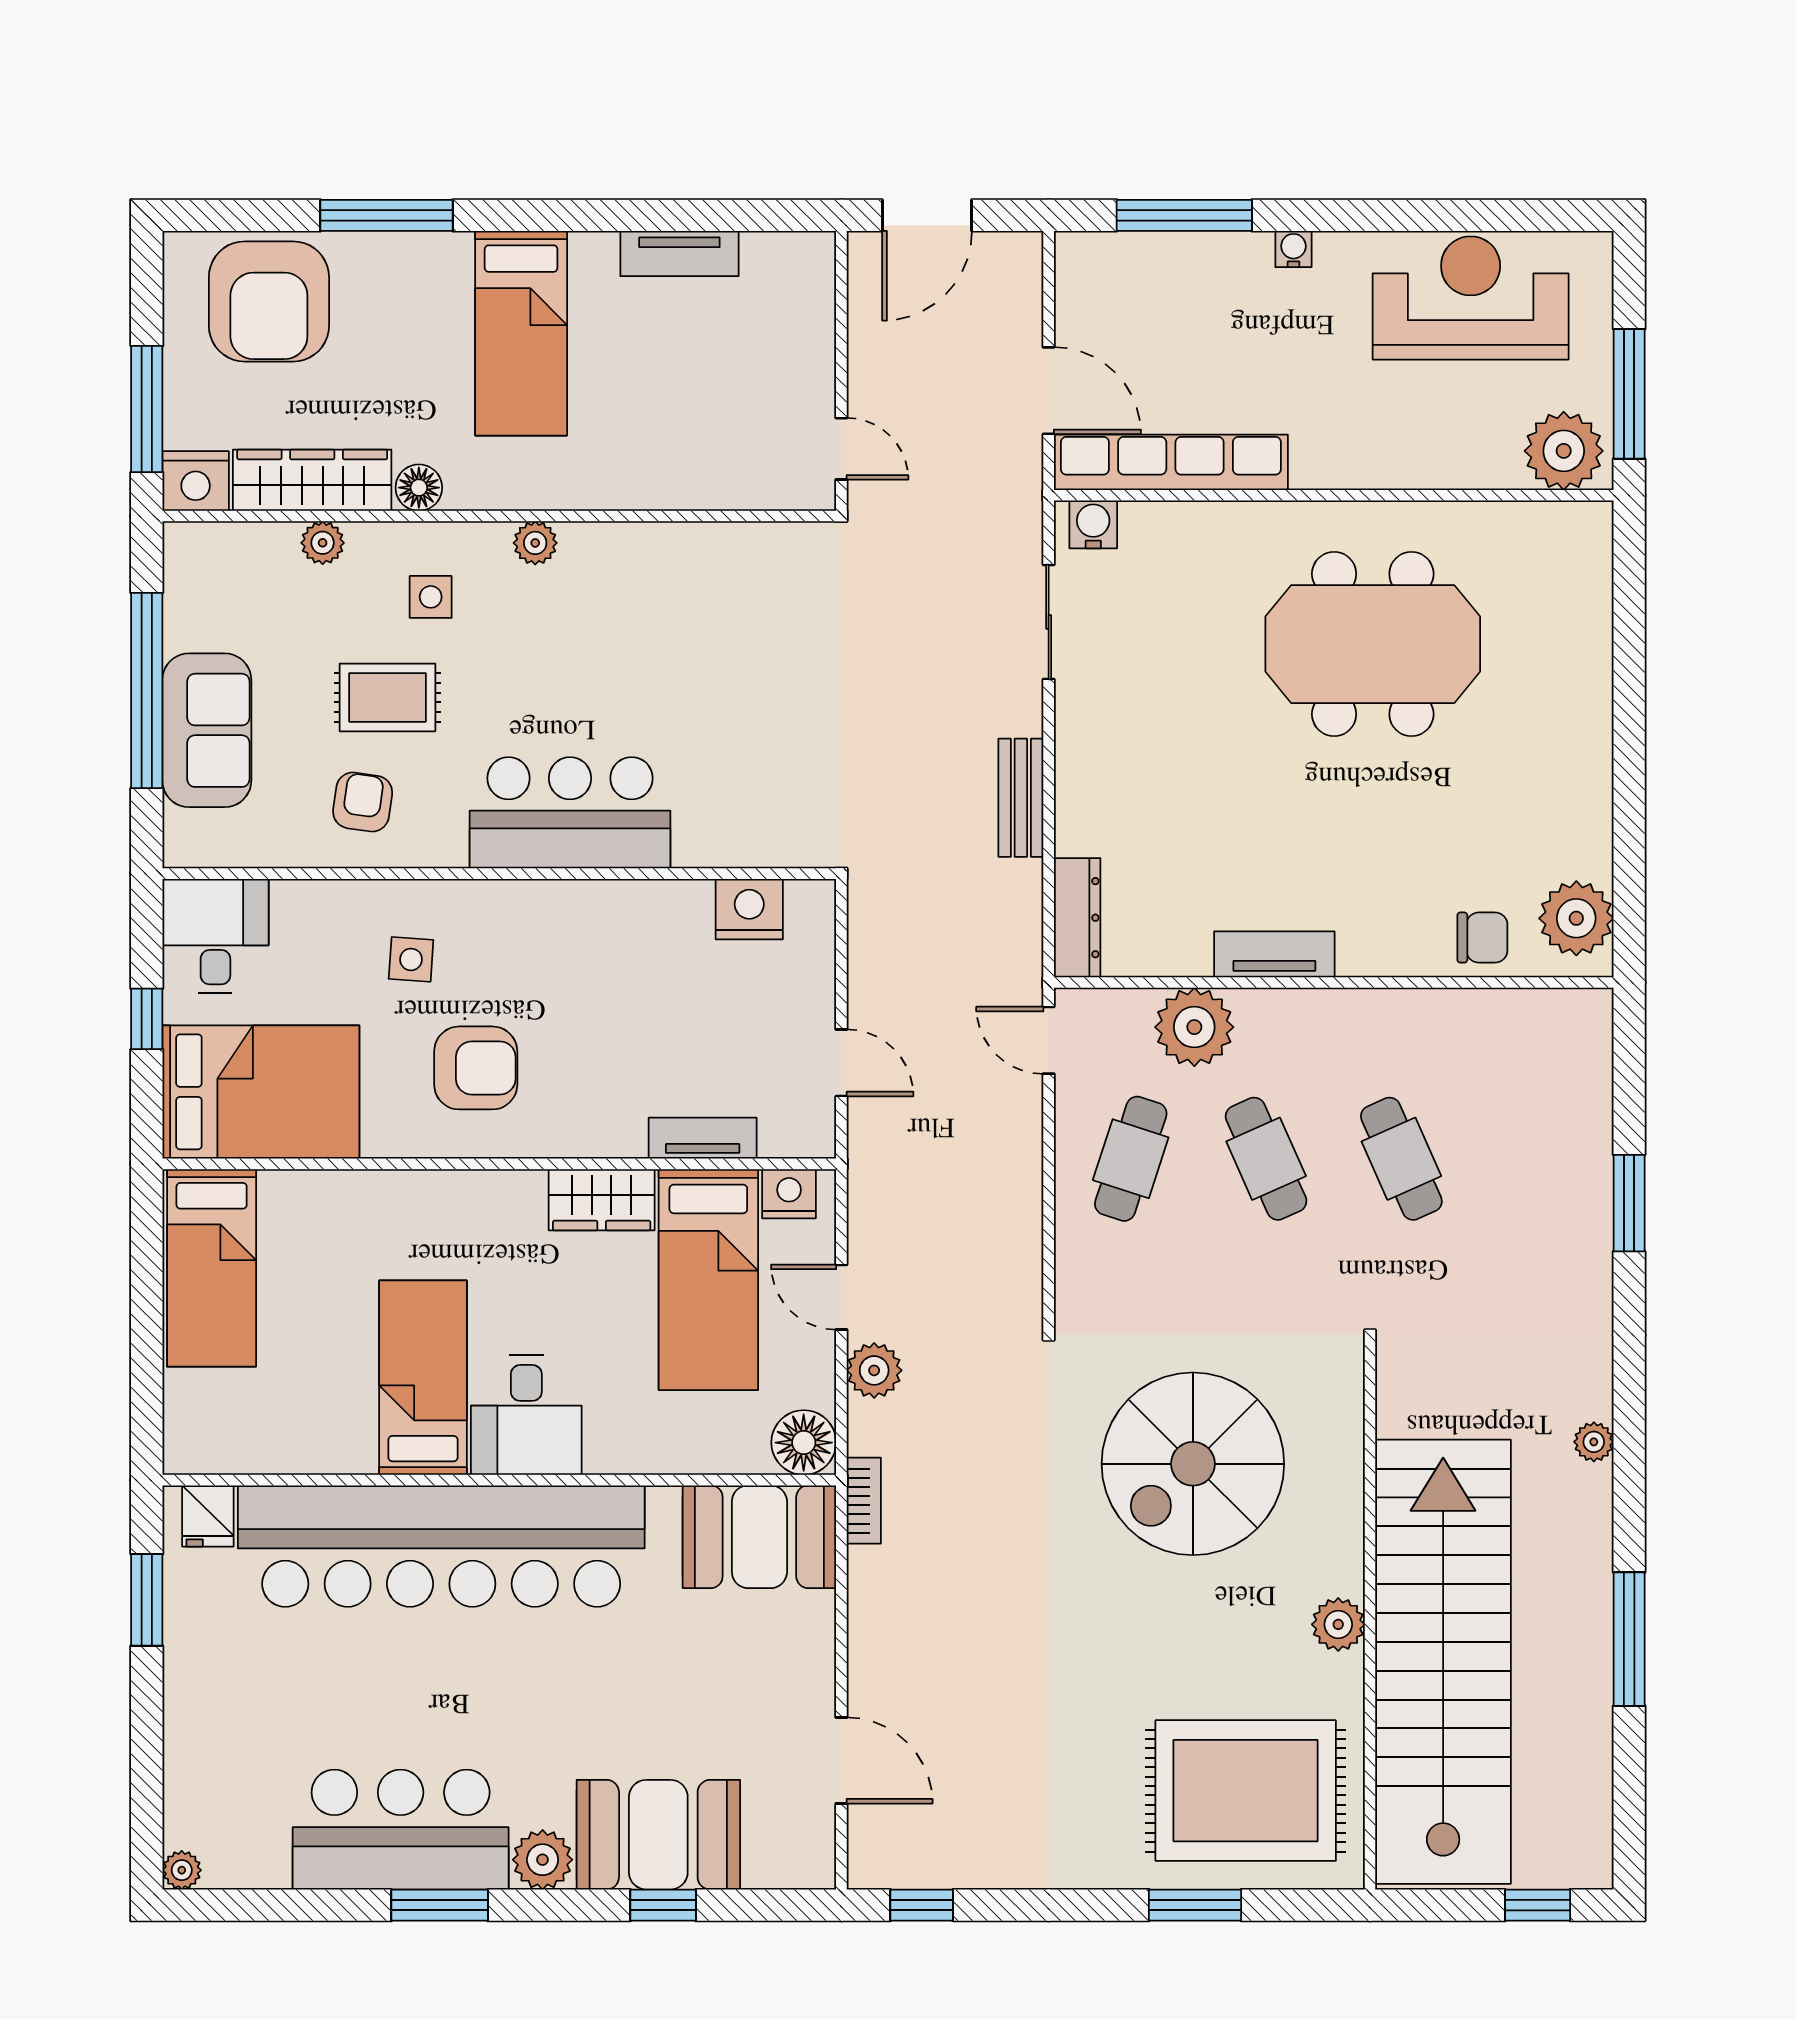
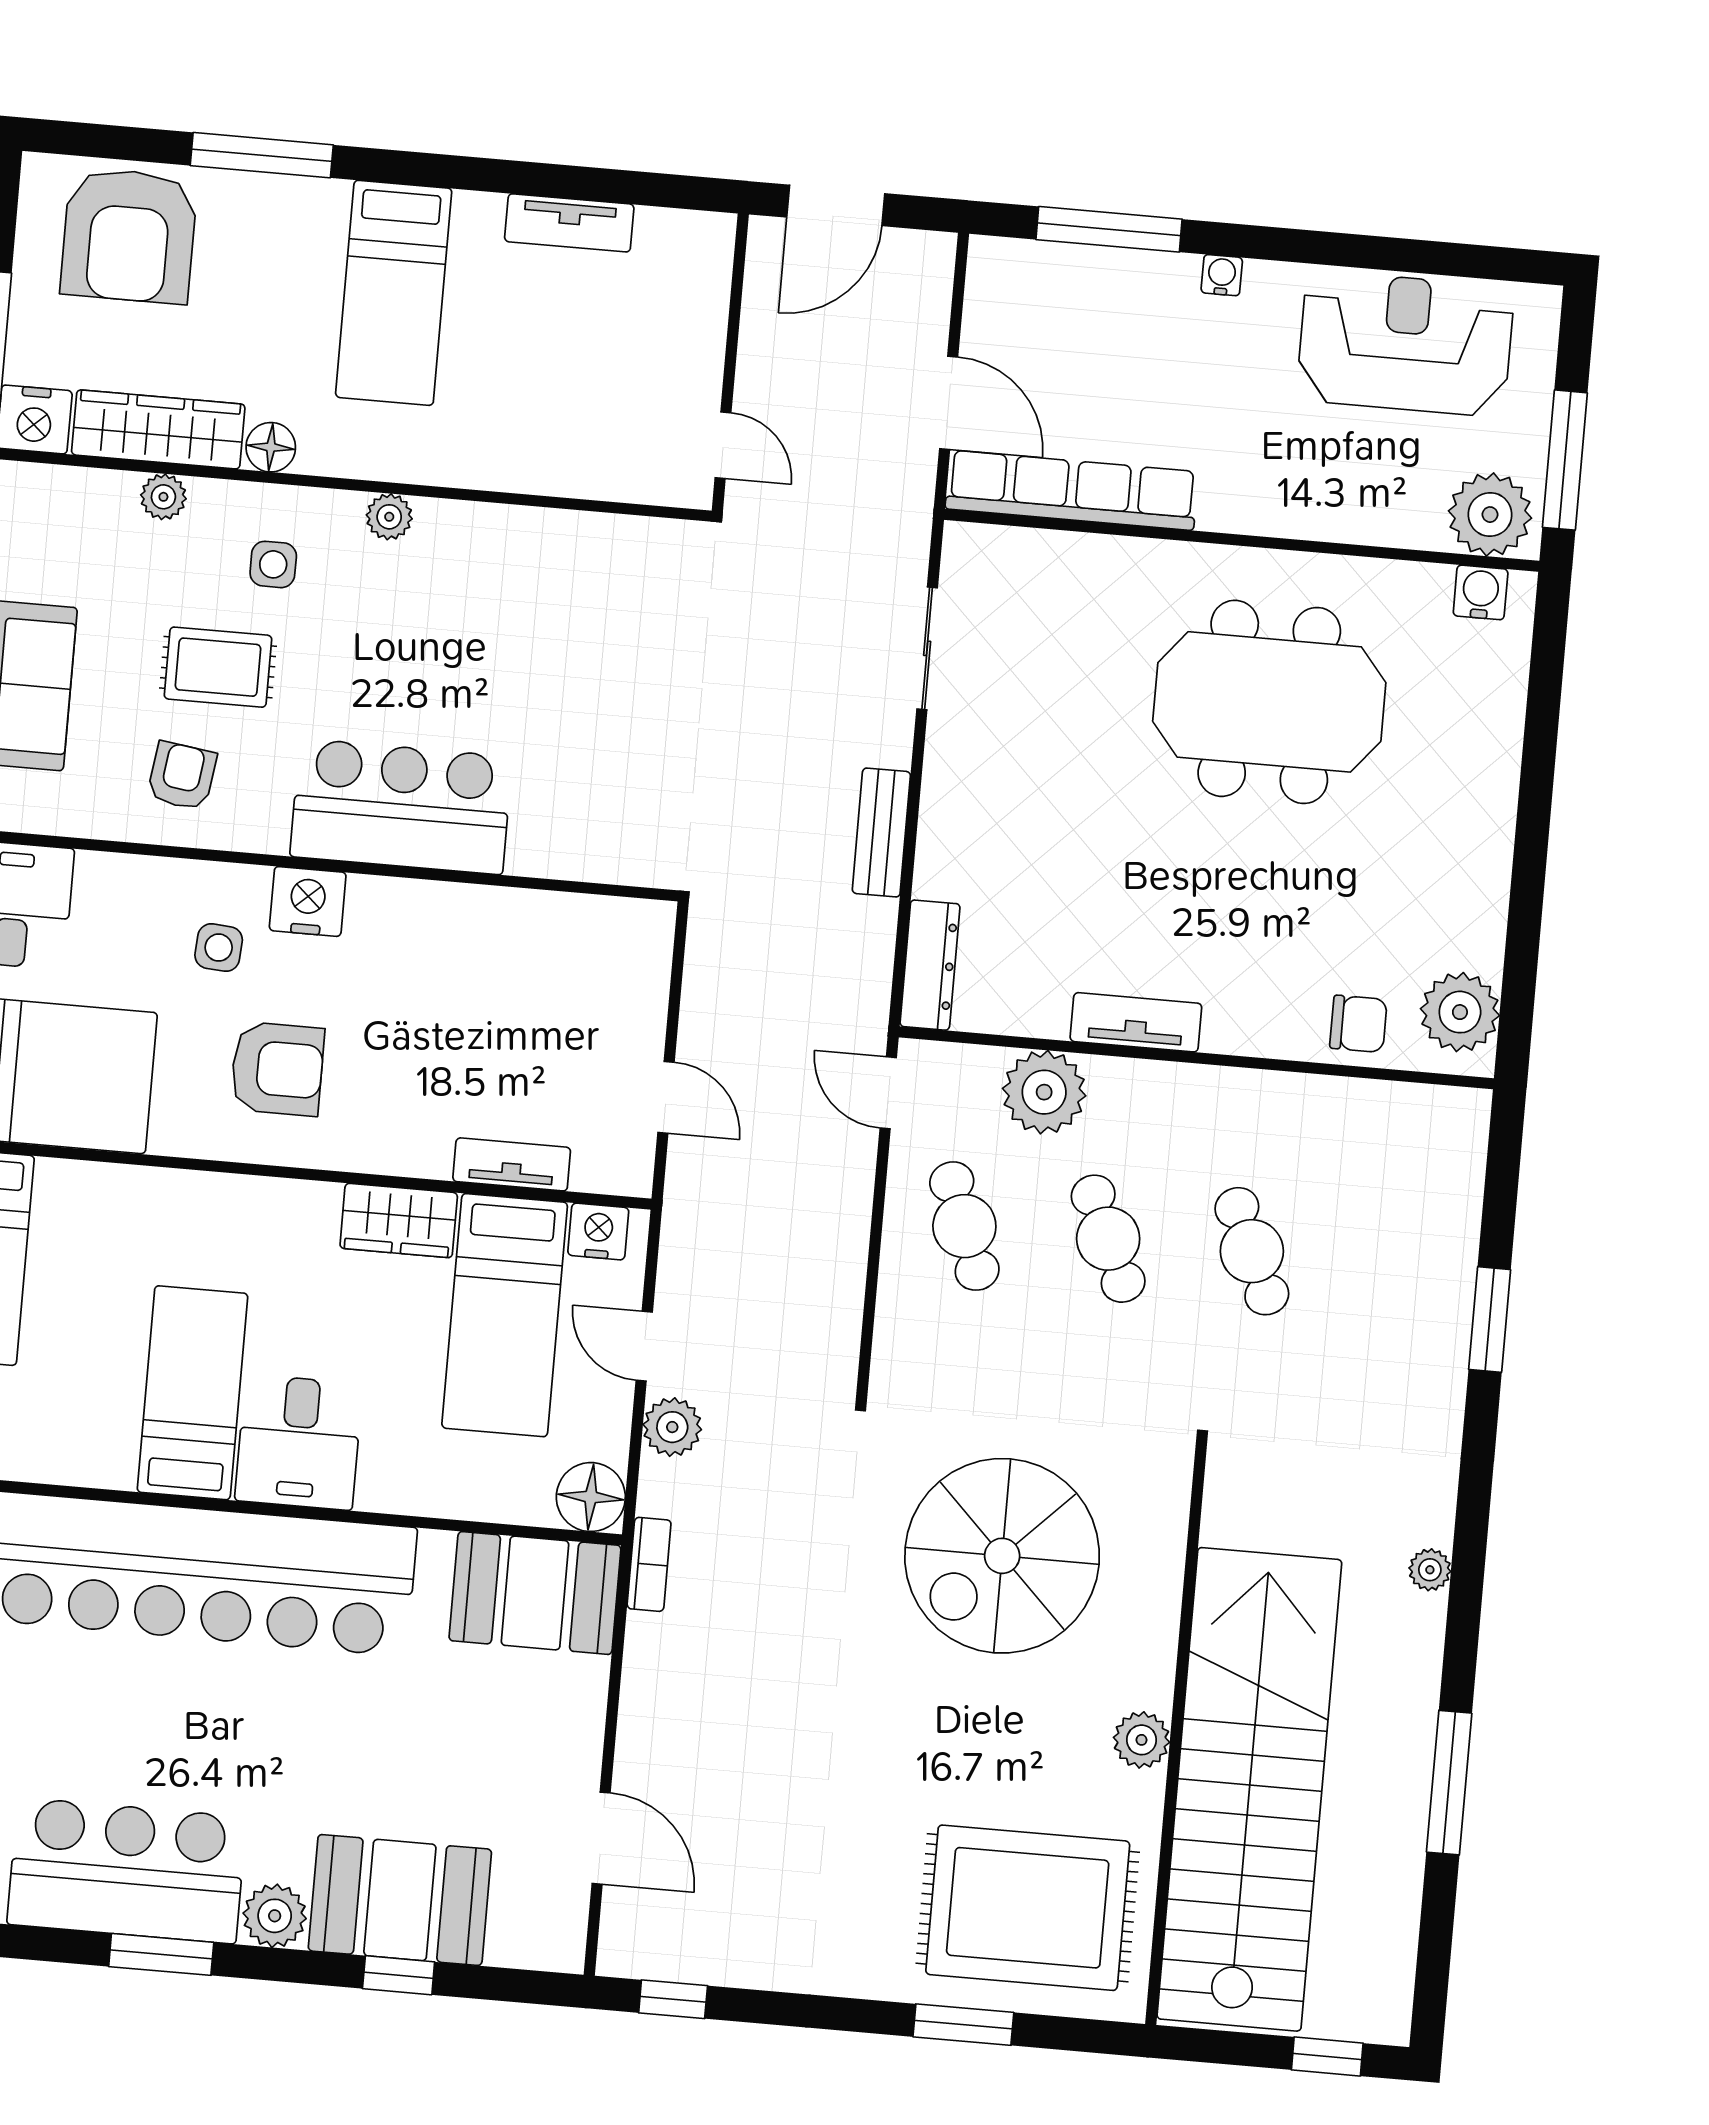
water cooler: (1093, 524) -> (1481, 592), moved
nightstand: (749, 909) -> (308, 901), moved
cafe table: (1131, 1159) -> (964, 1226), turned -39

